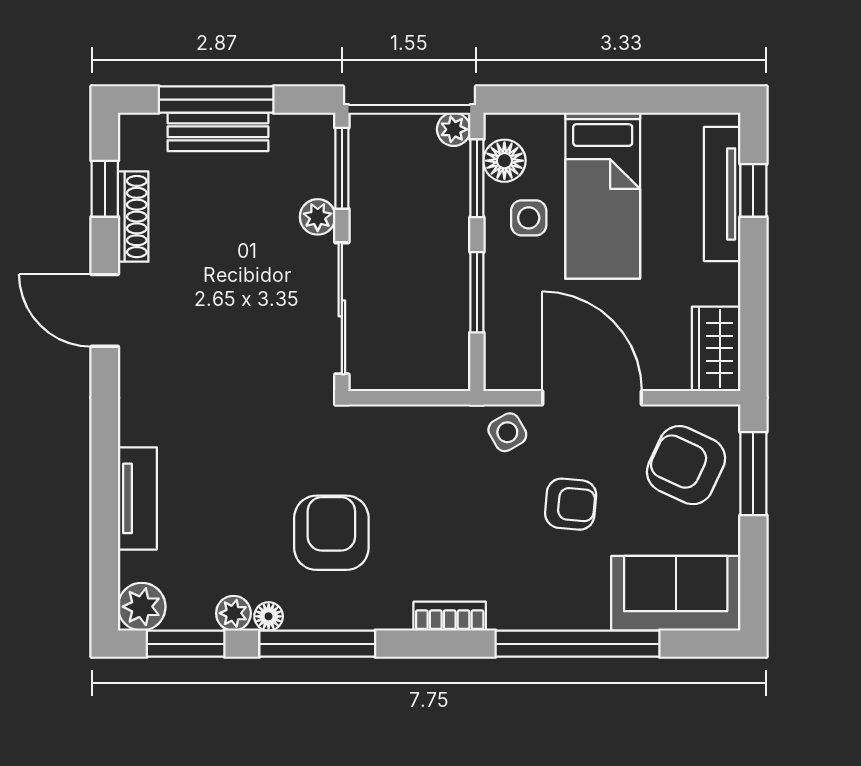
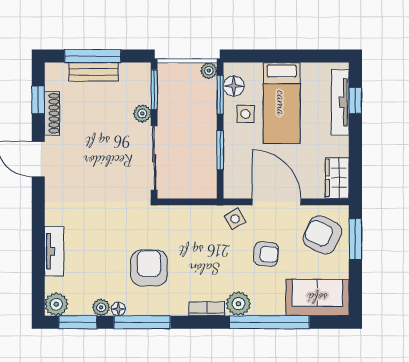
plant: (514, 606) -> (238, 304), added

